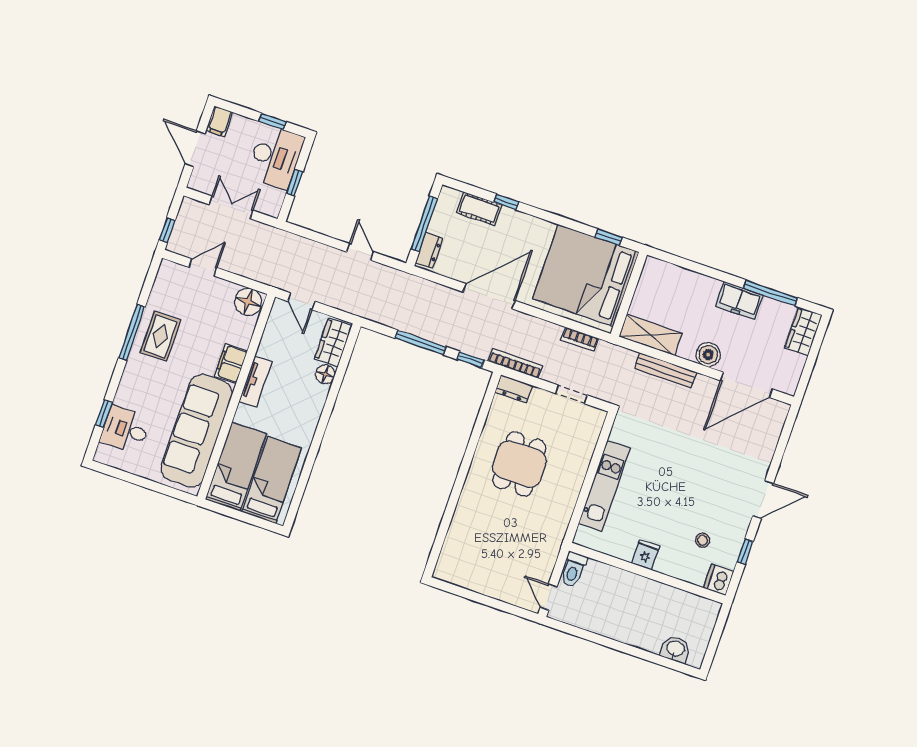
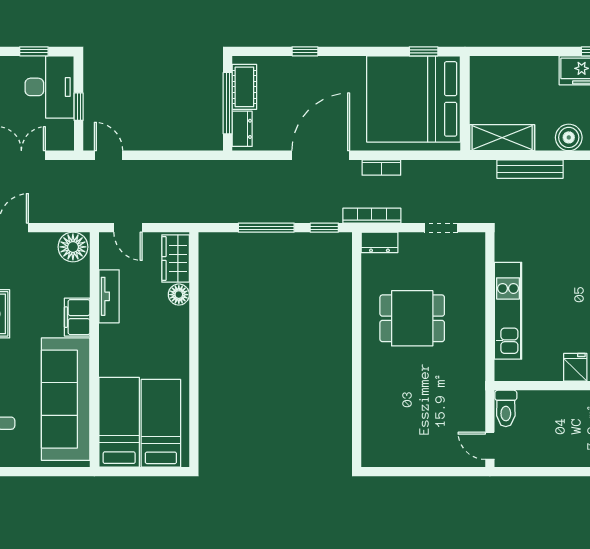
cot: (479, 209) -> (244, 87), moved, turned 90
door: (360, 252) -> (109, 155), moved
bookcase: (580, 339) -> (381, 167), moved
tv unit: (256, 381) -> (109, 296), moved
dining table: (520, 464) -> (412, 318), turned 90

